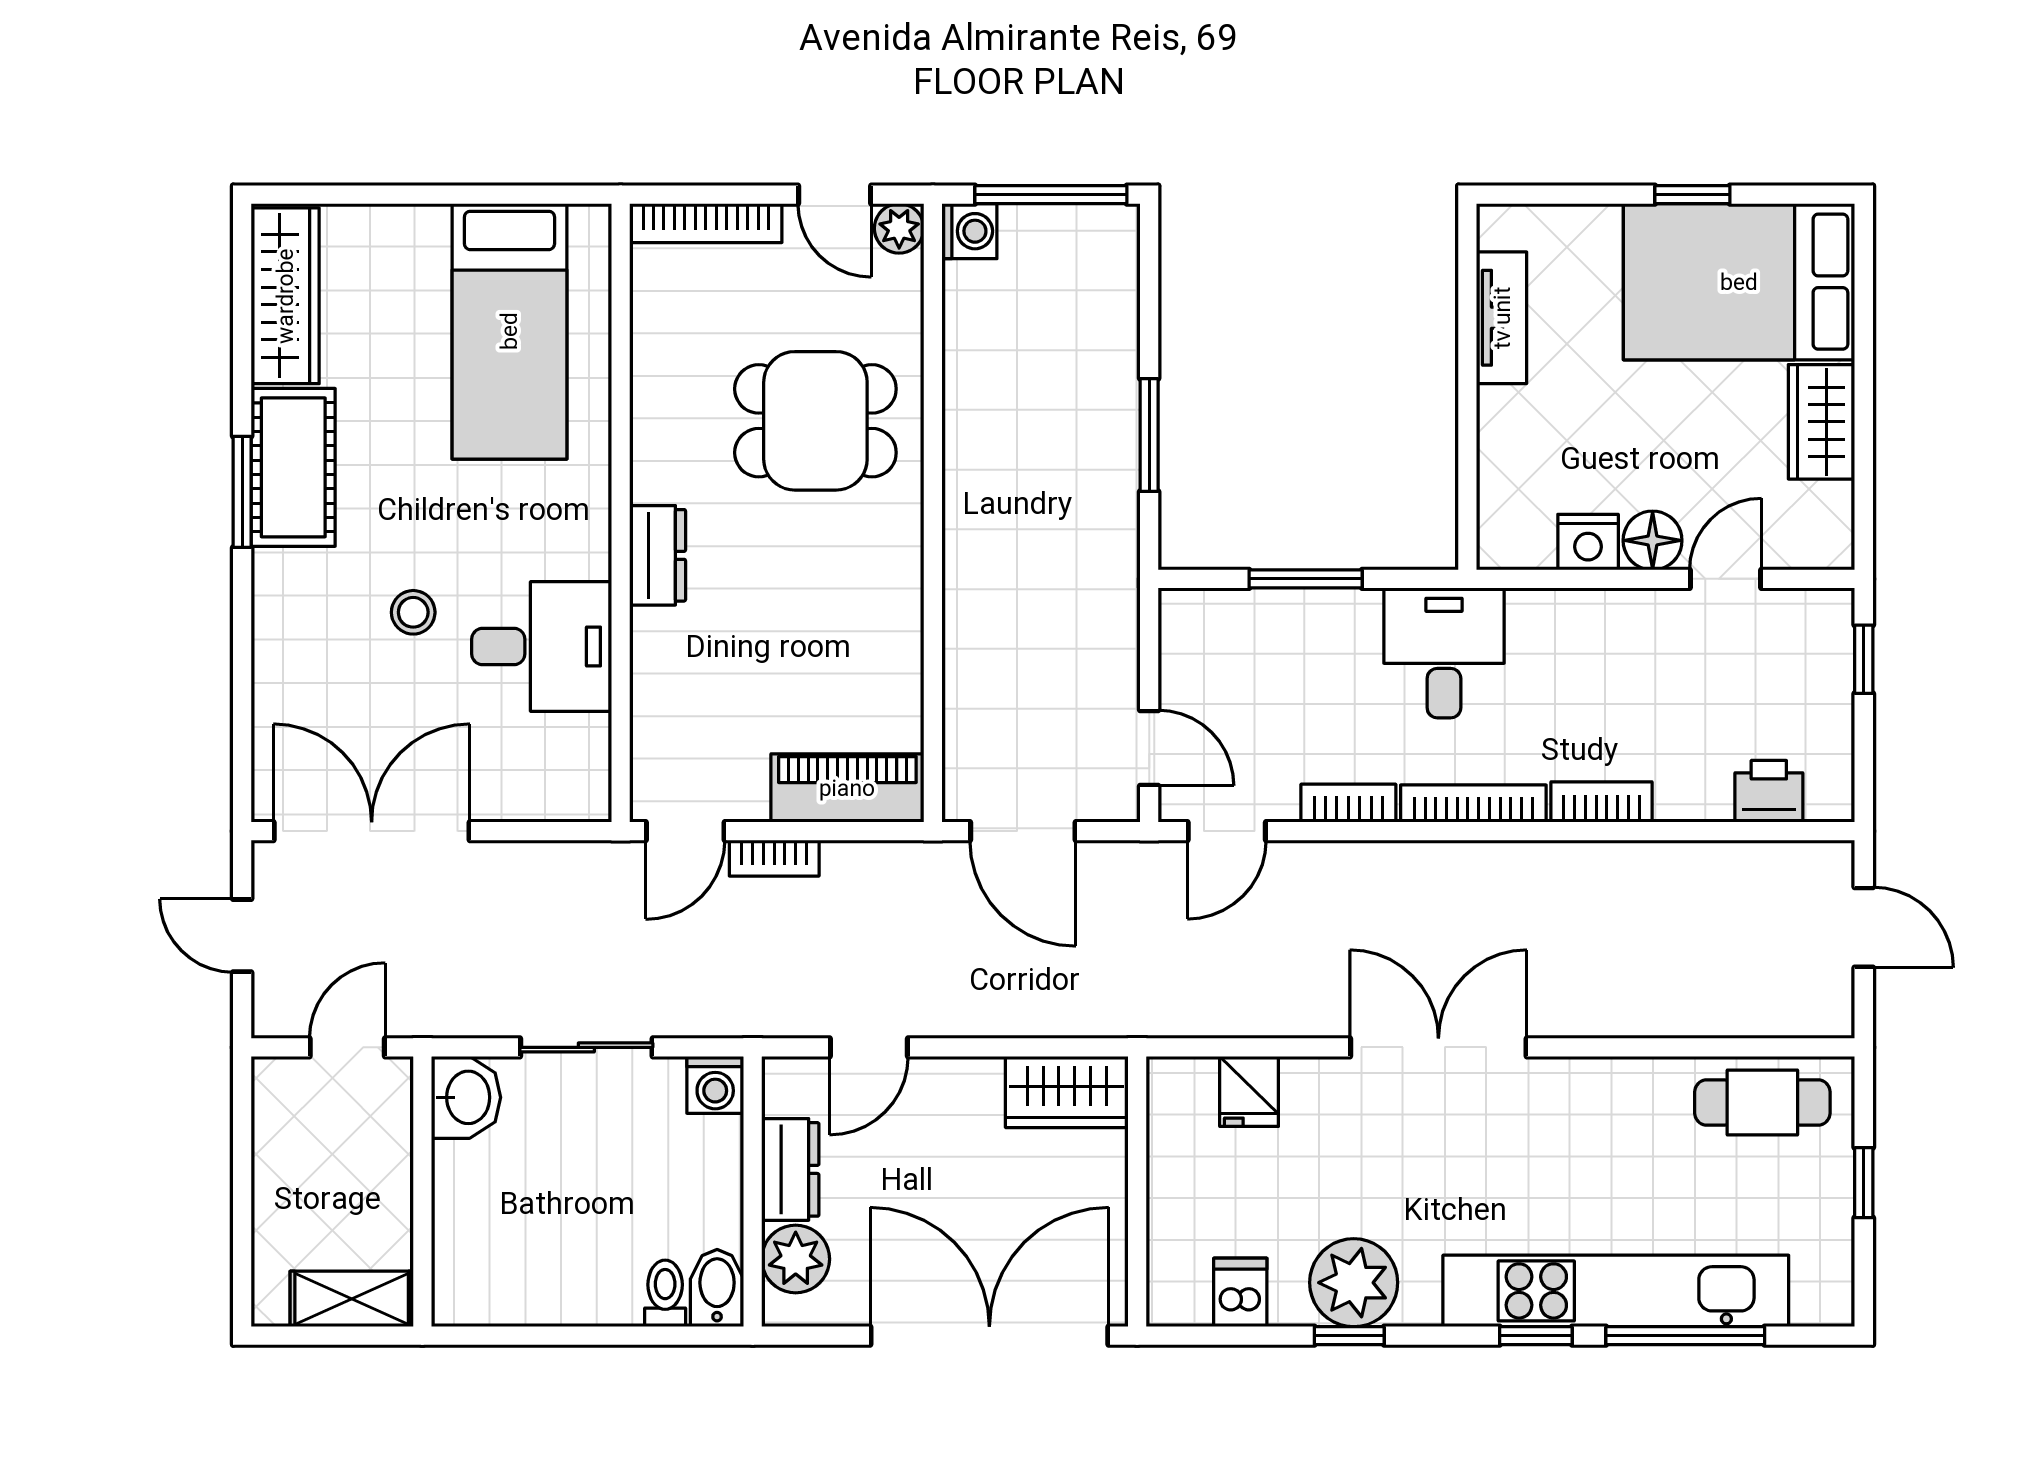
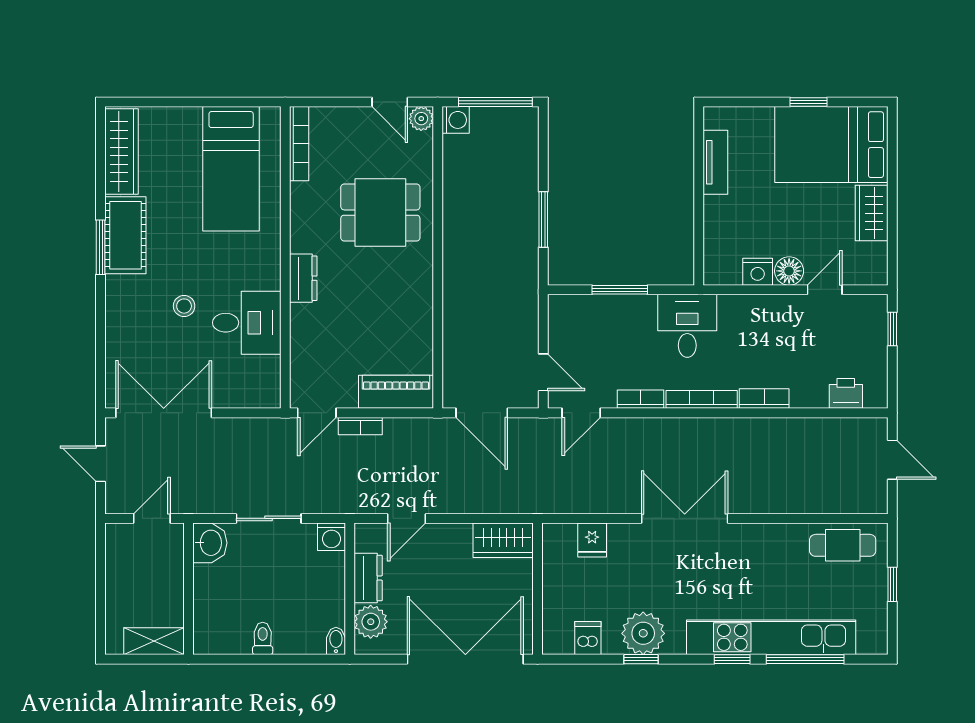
bookcase: (706, 223) -> (299, 144), moved, turned -90
bidet: (717, 1288) -> (336, 641), width x0.72, depth x0.74
toilet: (665, 1293) -> (263, 638), moved

